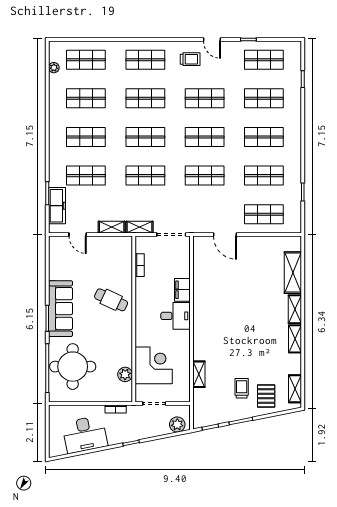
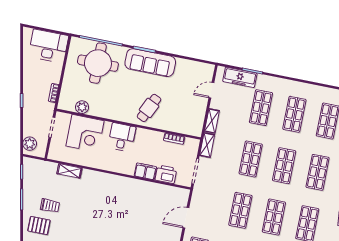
printer: (181, 266) -> (166, 174), added
desk: (175, 316) -> (122, 137), moved, turned 180
desk: (85, 434) -> (48, 46), moved, turned 101

